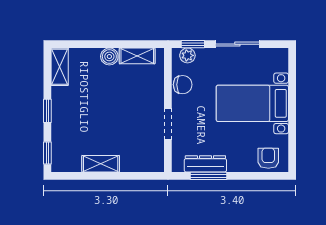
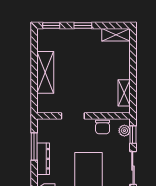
boiler: (109, 56) -> (124, 72), removed
shelving: (101, 164) -> (45, 72), width x1.50, depth x1.33
dresser: (205, 164) -> (43, 159), moved

